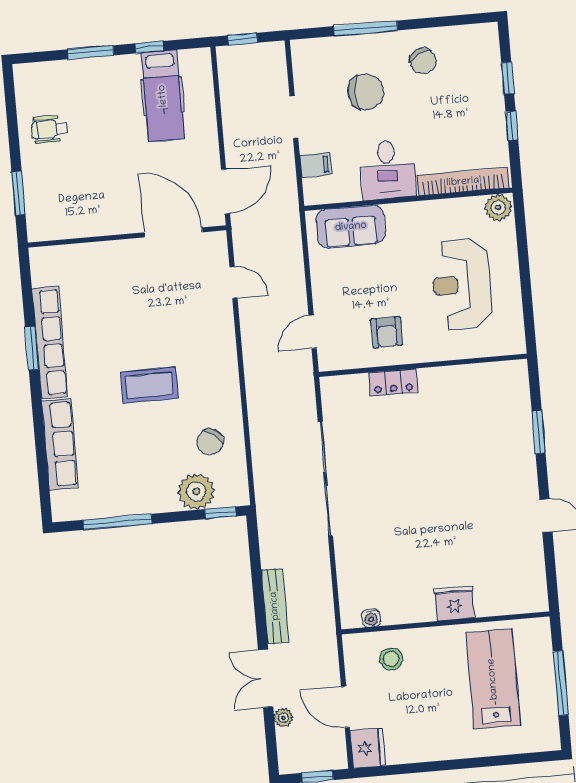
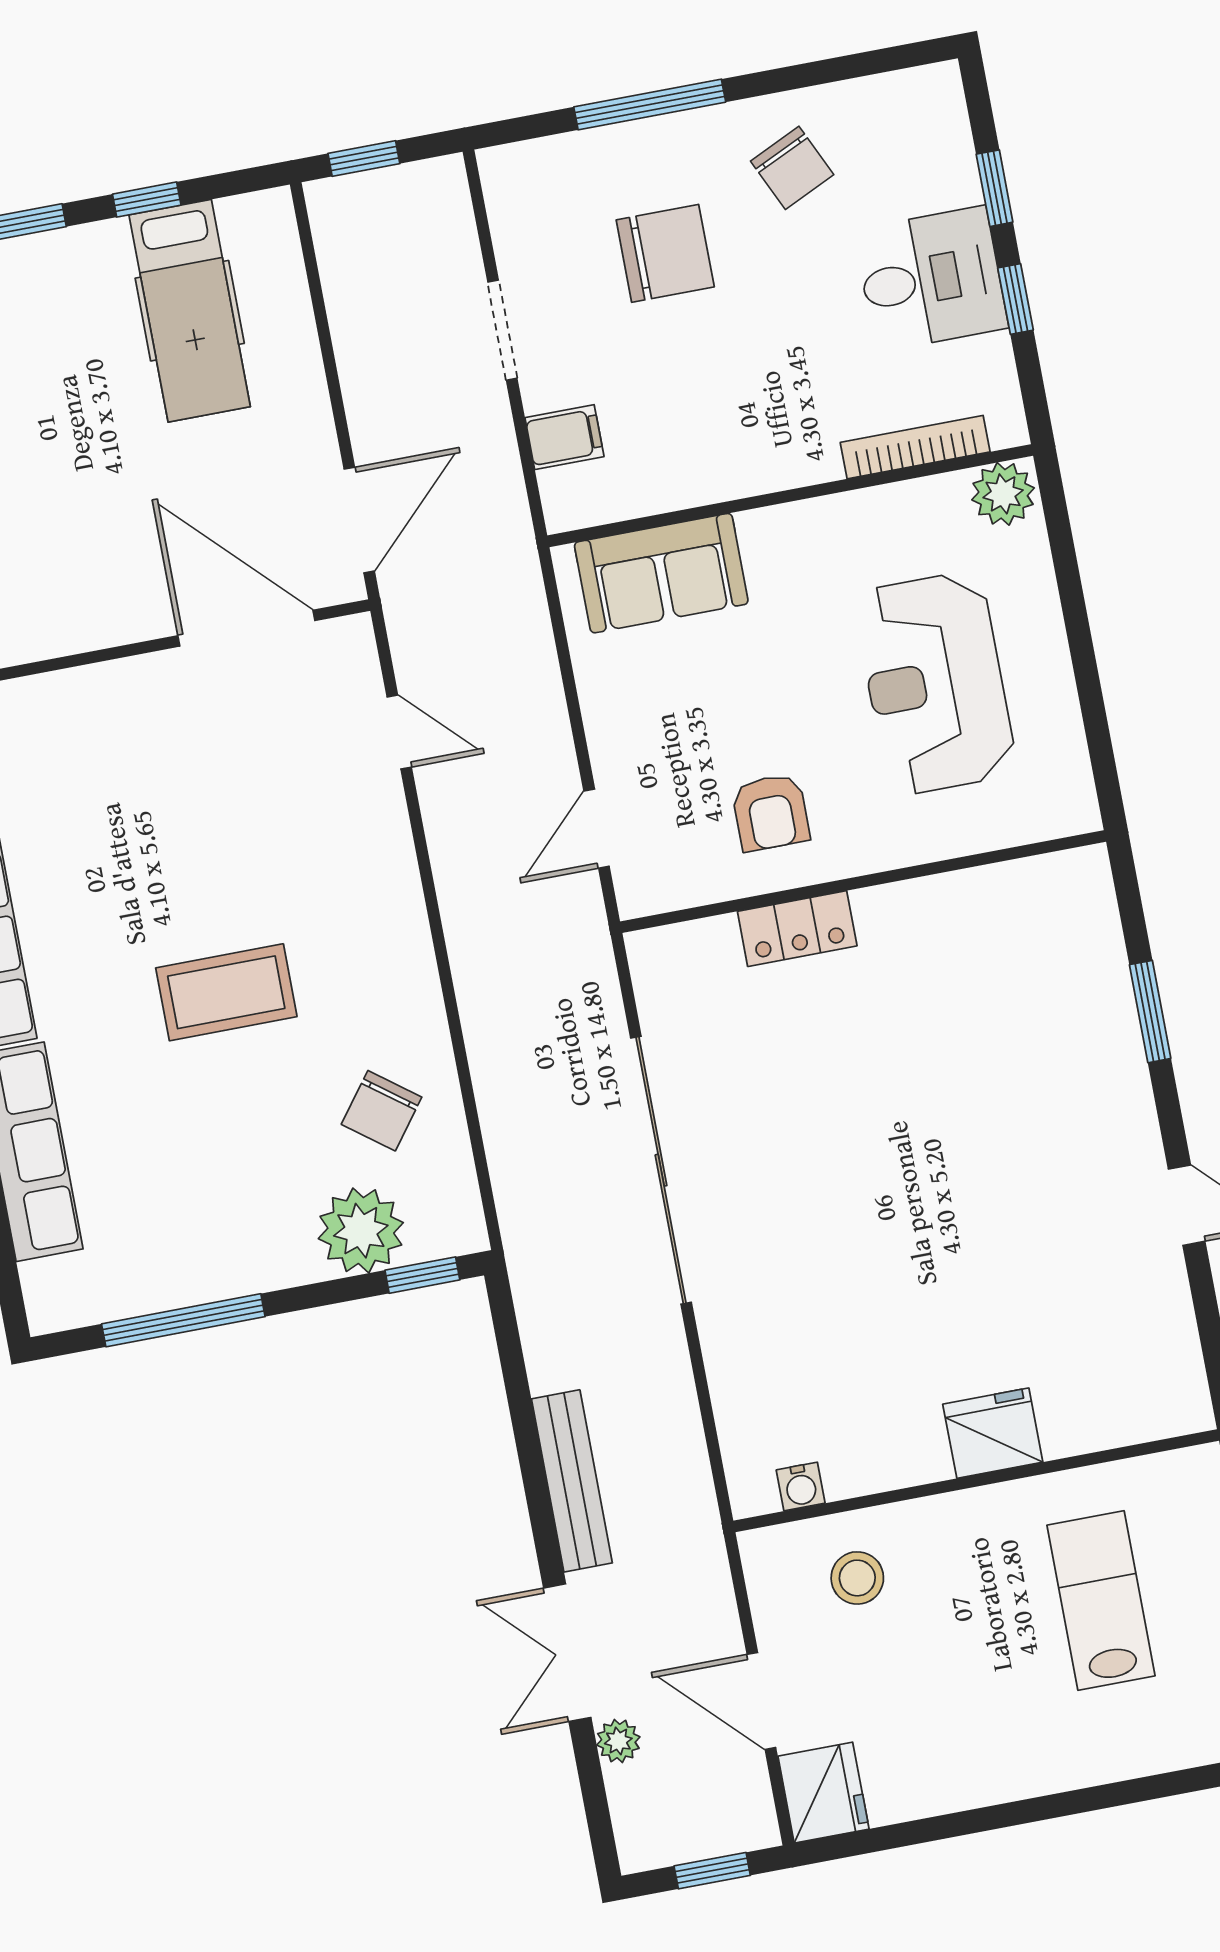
desk: (387, 170) -> (931, 279), moved, turned -90
bookcase: (463, 182) -> (915, 447), width x0.68, depth x0.76
lab bench: (493, 679) -> (1101, 1601), width x0.73, depth x0.72

